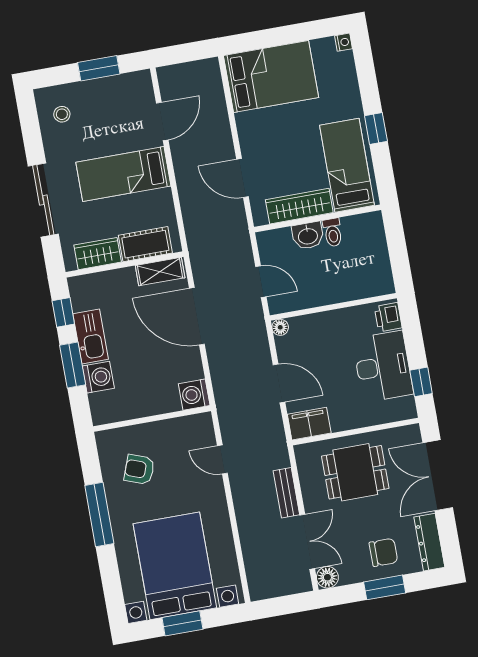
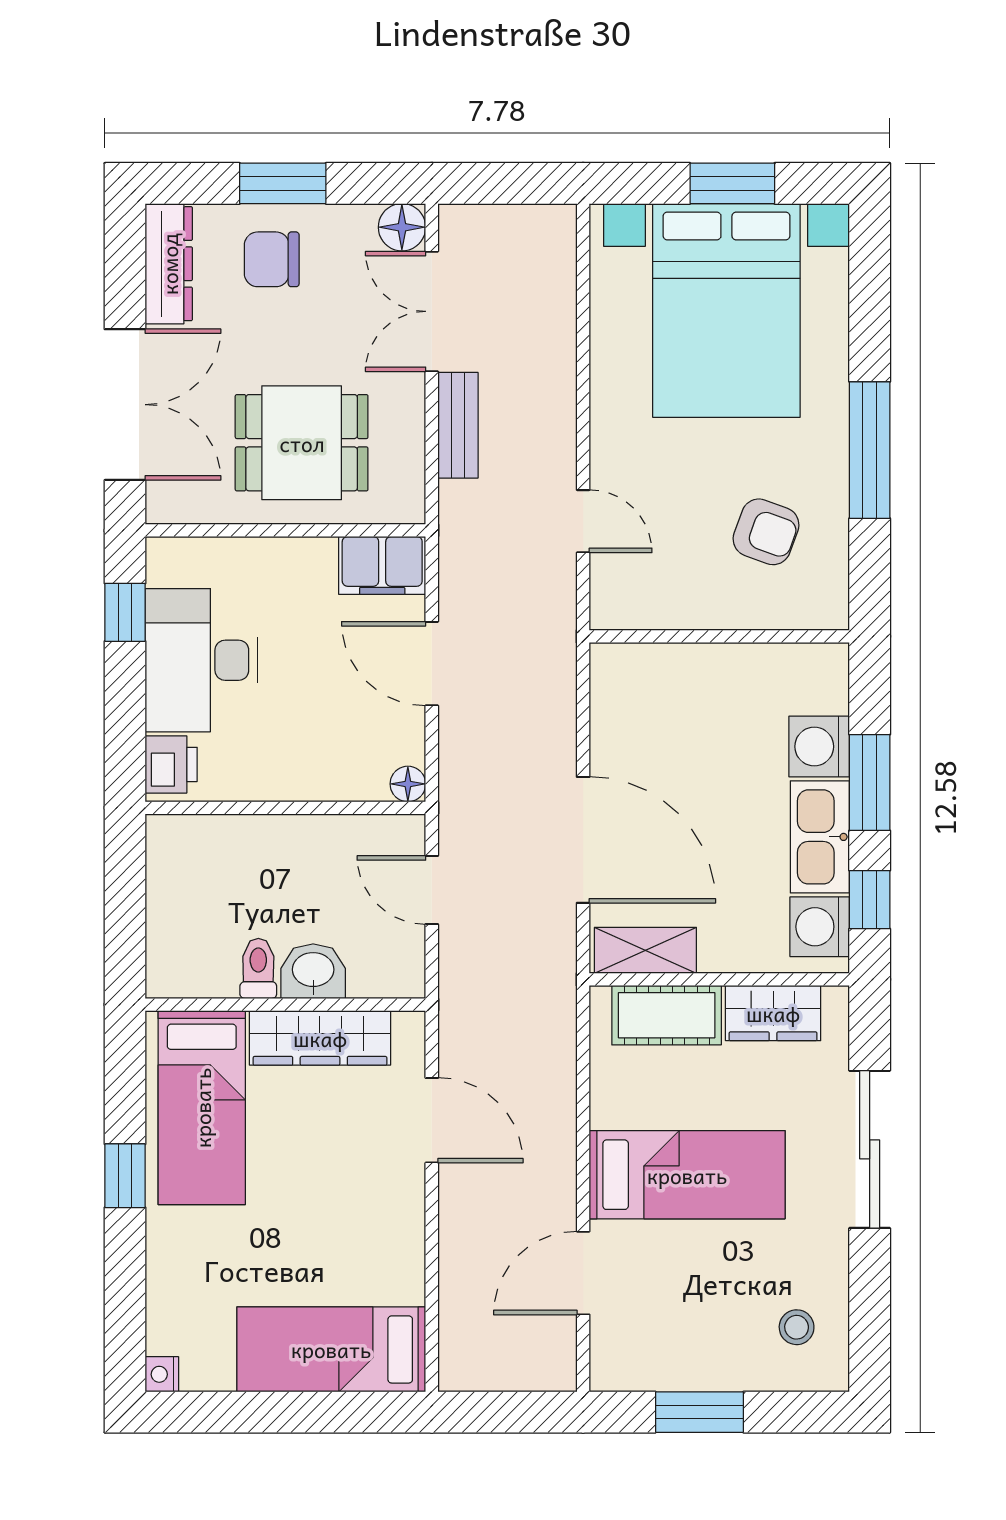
bed: (271, 76) -> (331, 1349), width x0.67
washing machine: (194, 395) -> (820, 927), moved, turned 180

